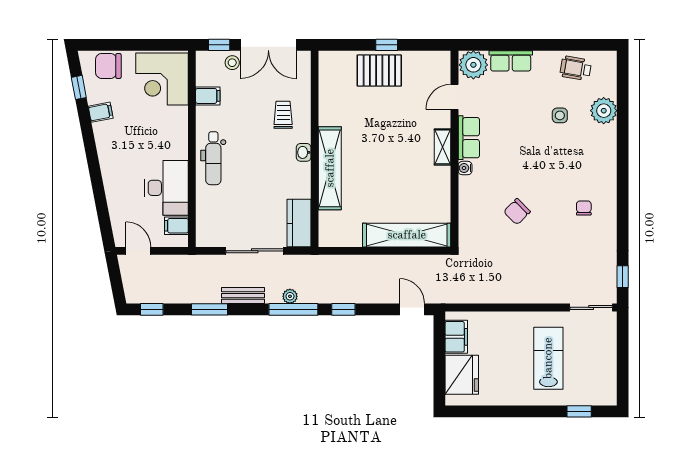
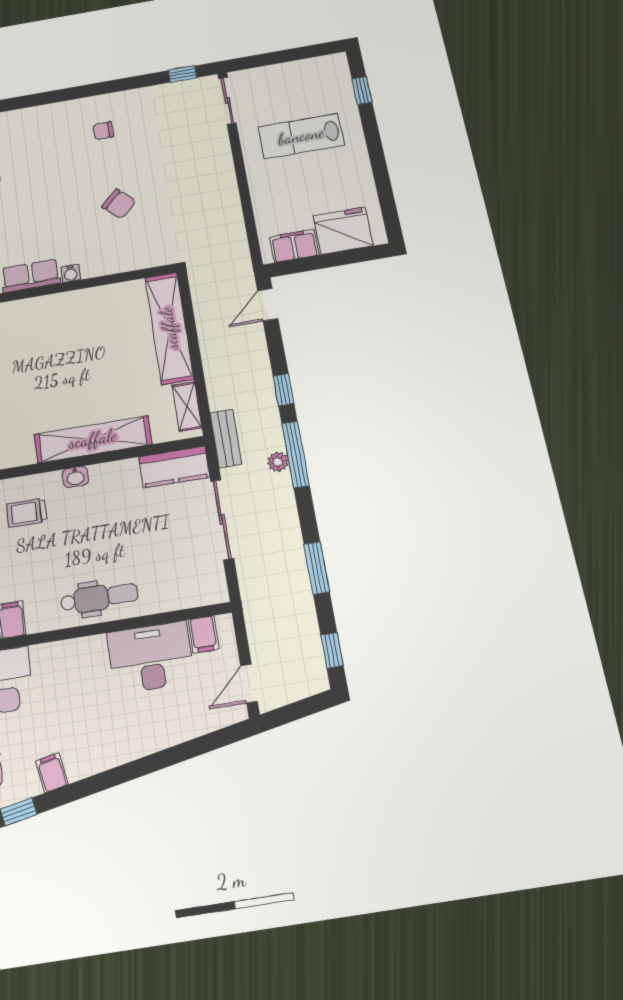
shelving: (443, 147) -> (187, 406), moved, turned 90
bench: (243, 296) -> (226, 438), moved

